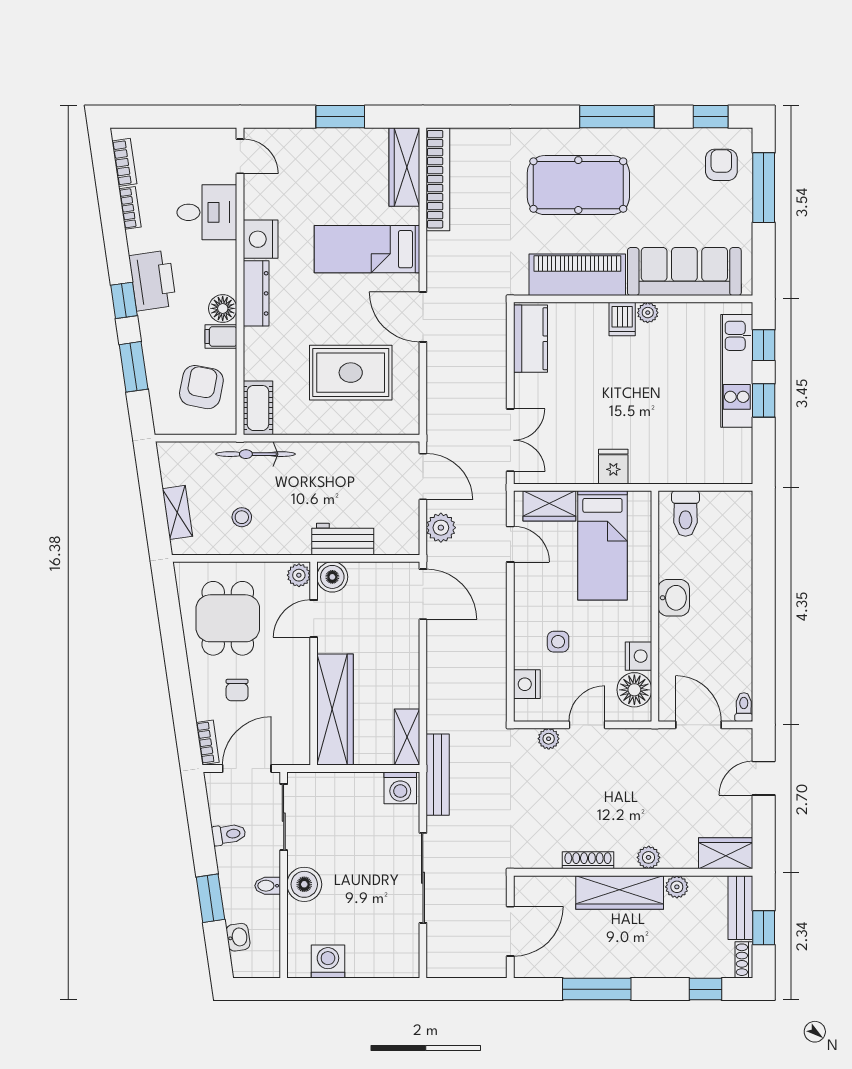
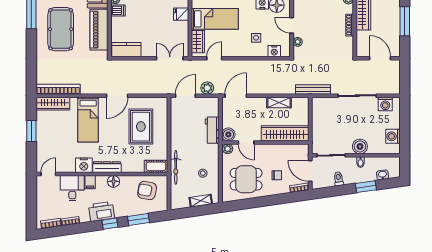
filing cabinet: (221, 336) -> (90, 182), moved
shelving: (407, 737) -> (279, 103), moved
washing machine: (400, 788) -> (385, 104), moved, turned 90

